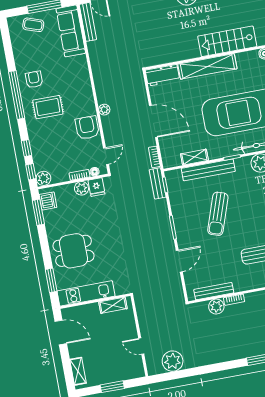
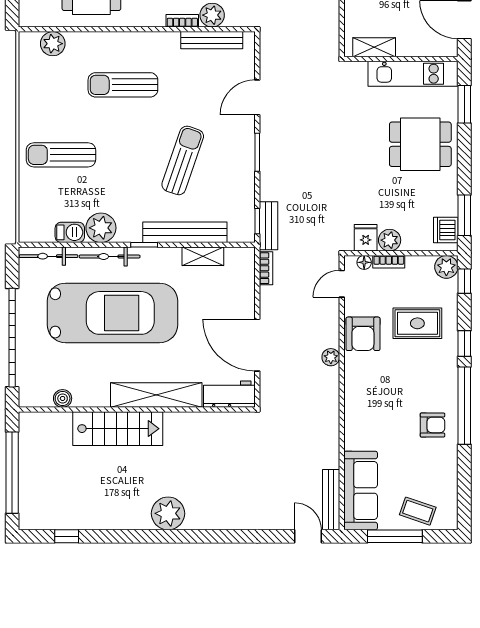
armchair: (34, 79) -> (432, 425), turned -90
rug: (48, 107) -> (417, 323), moved
door: (153, 121) -> (257, 345), moved
window: (27, 148) -> (464, 344), moved

